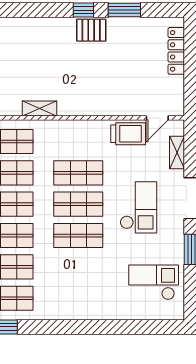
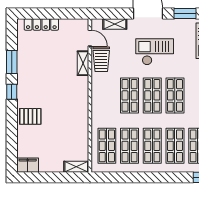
pallet: (91, 30) -> (30, 116), moved, turned 90
shelving: (39, 109) -> (83, 63), moved
trolley: (128, 134) -> (101, 59), turned 180

